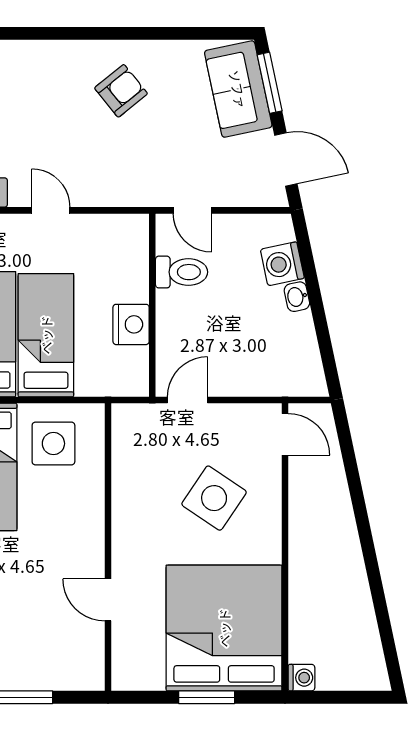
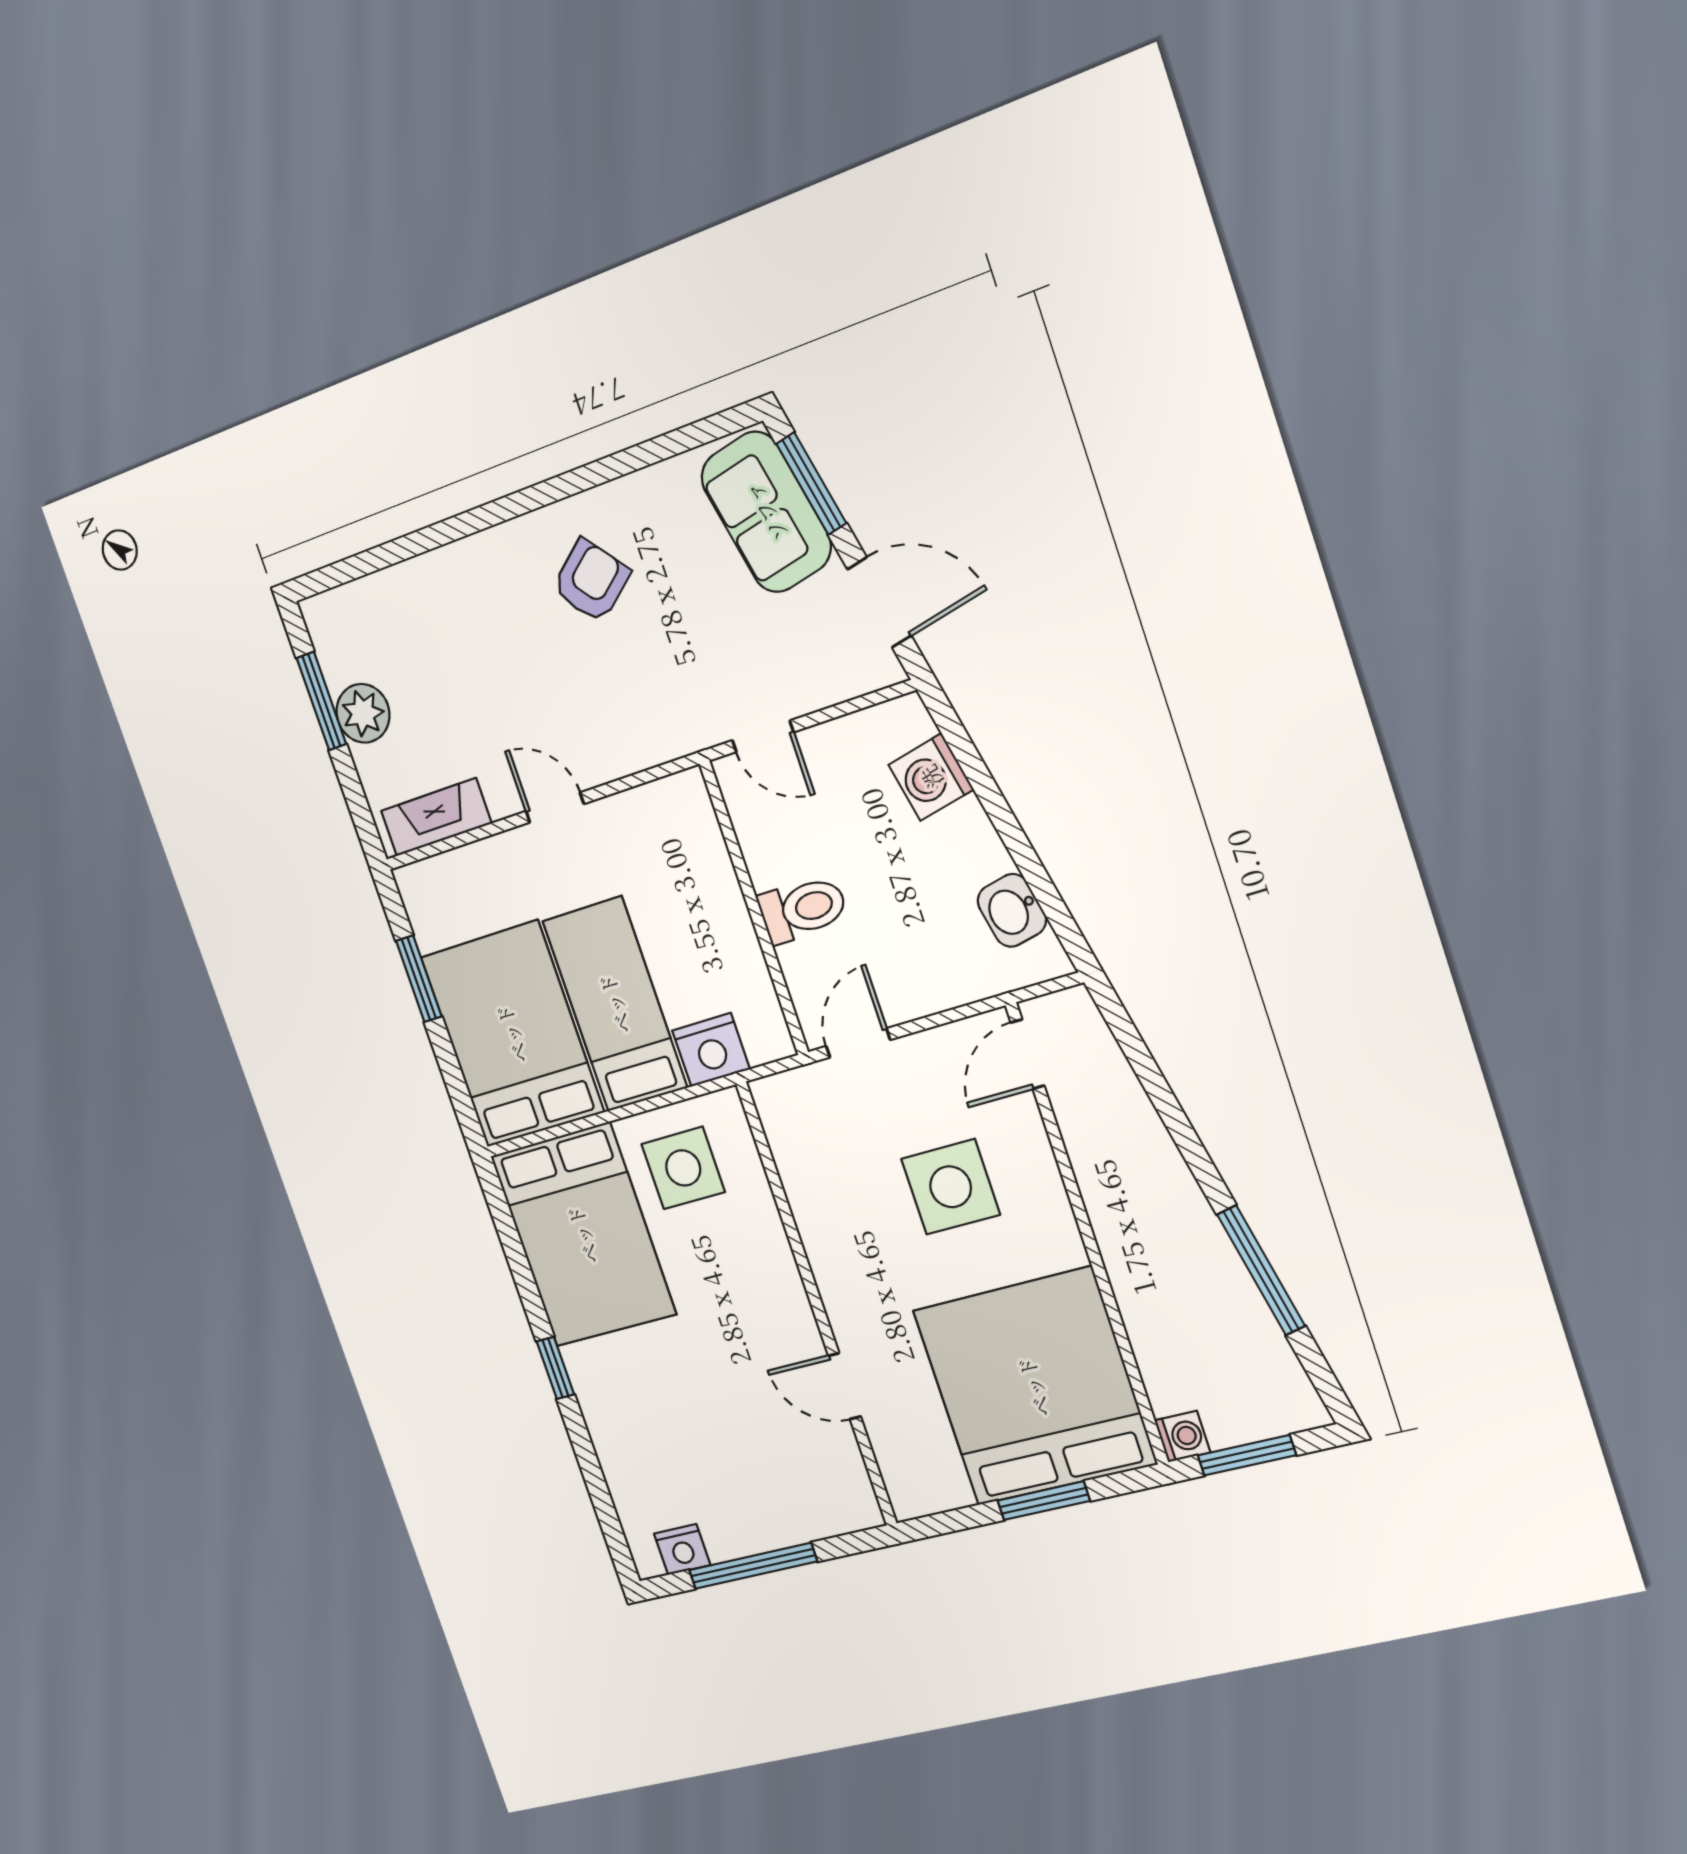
toilet: (182, 272) -> (803, 909), moved
washbasin: (297, 297) -> (1012, 910), moved, width x1.38, depth x1.45
nightstand: (131, 324) -> (711, 1050), moved, turned 90
door: (285, 434) -> (1028, 1054), swing flipped
side table: (214, 498) -> (951, 1187), turned -34
window: (377, 592) -> (1261, 1270), added
window: (335, 697) -> (1247, 1455), added

